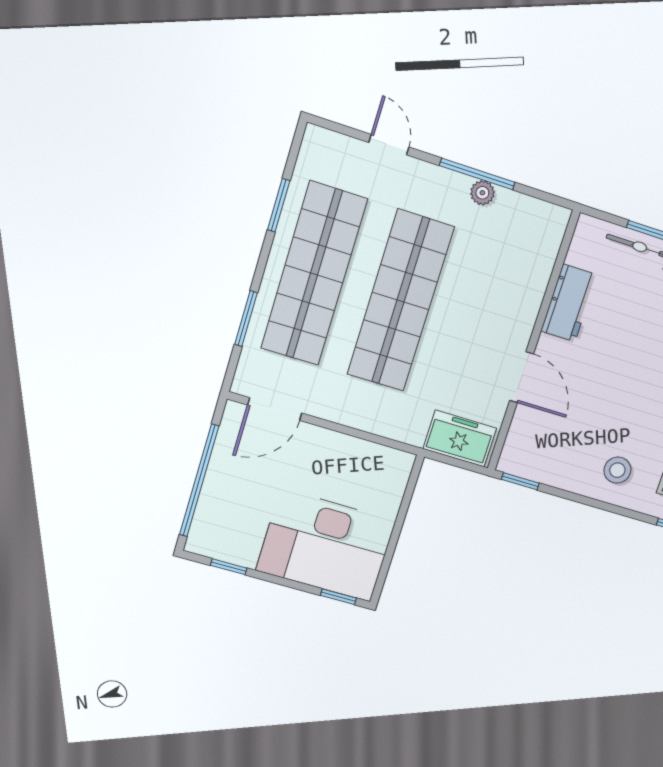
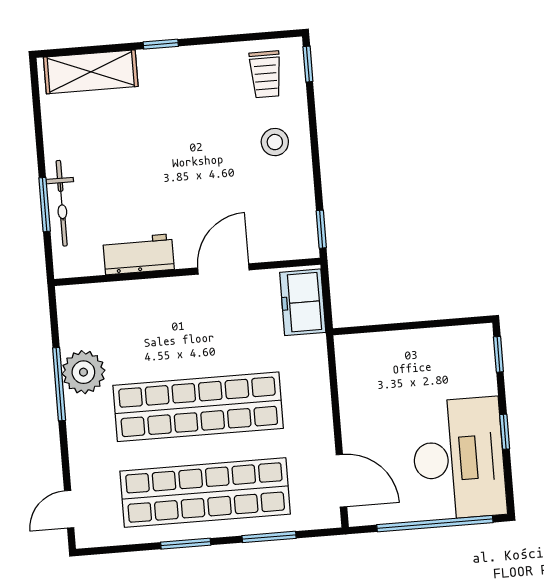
door: (389, 145) -> (69, 509), moved
plant: (482, 193) -> (83, 372), width x1.88, depth x1.88
window: (279, 205) -> (186, 544), moved
desk: (326, 546) -> (459, 459), moved
window: (229, 567) -> (505, 432), moved

